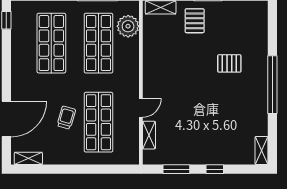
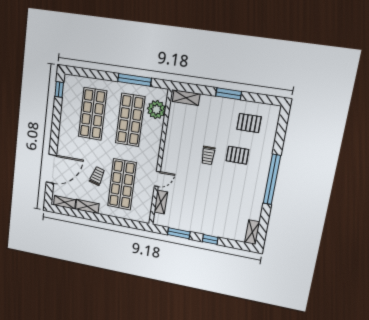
pallet: (195, 21) -> (249, 123), moved, turned 90
trolley: (196, 69) -> (208, 155), added
shelving: (58, 158) -> (87, 206), added

